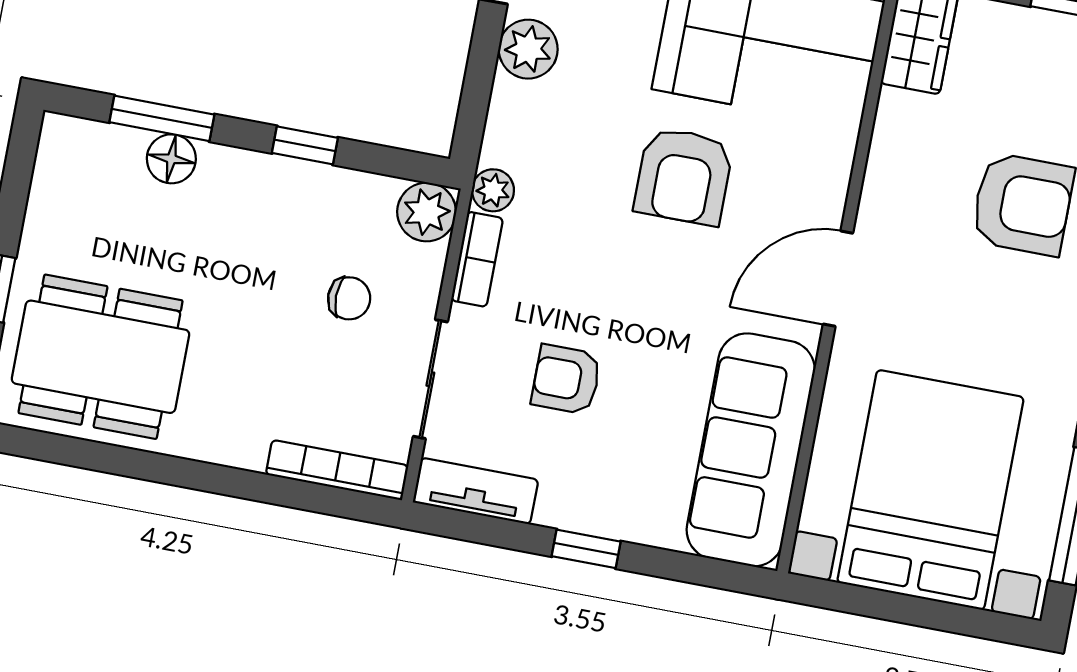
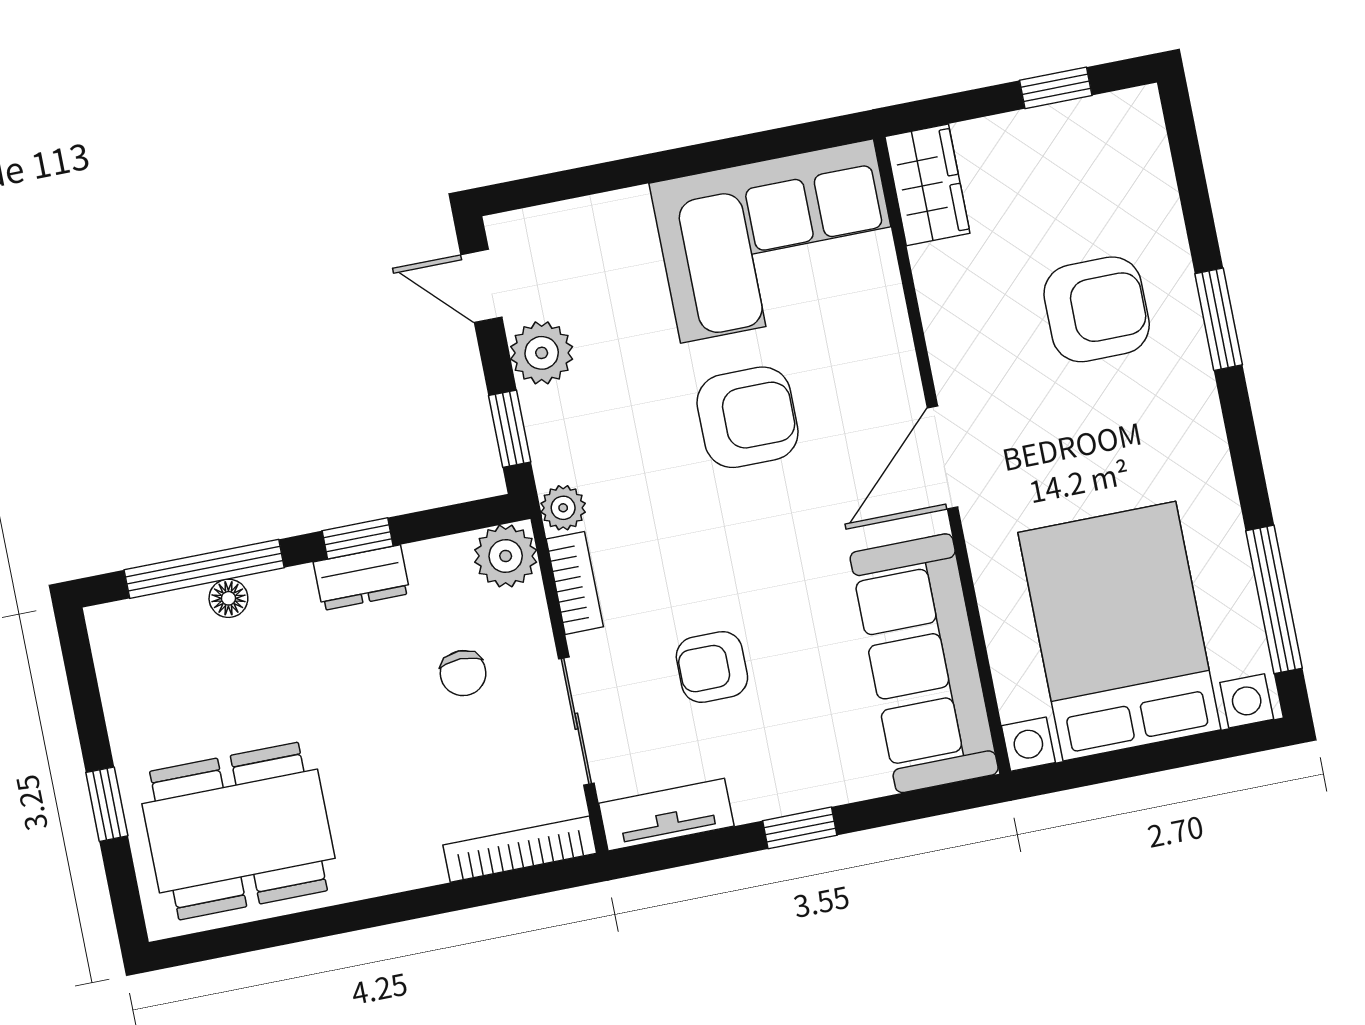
window: (474, 104) -> (510, 429), added
window: (162, 118) -> (204, 569), width x1.44
floor lamp: (171, 159) -> (228, 598), width x0.73, depth x0.73
armchair: (684, 176) -> (748, 417), turned -90
dresser: (295, 181) -> (362, 578), added
chair: (349, 298) -> (463, 673), turned 90

